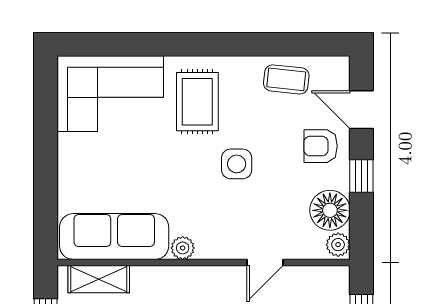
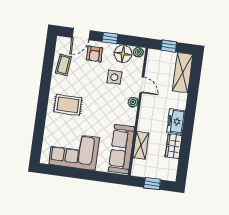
corner sofa: (110, 94) -> (74, 151), moved, turned -90
side table: (237, 164) -> (114, 77), moved
plant: (183, 248) -> (133, 102), moved
shelving: (99, 279) -> (141, 145), moved

